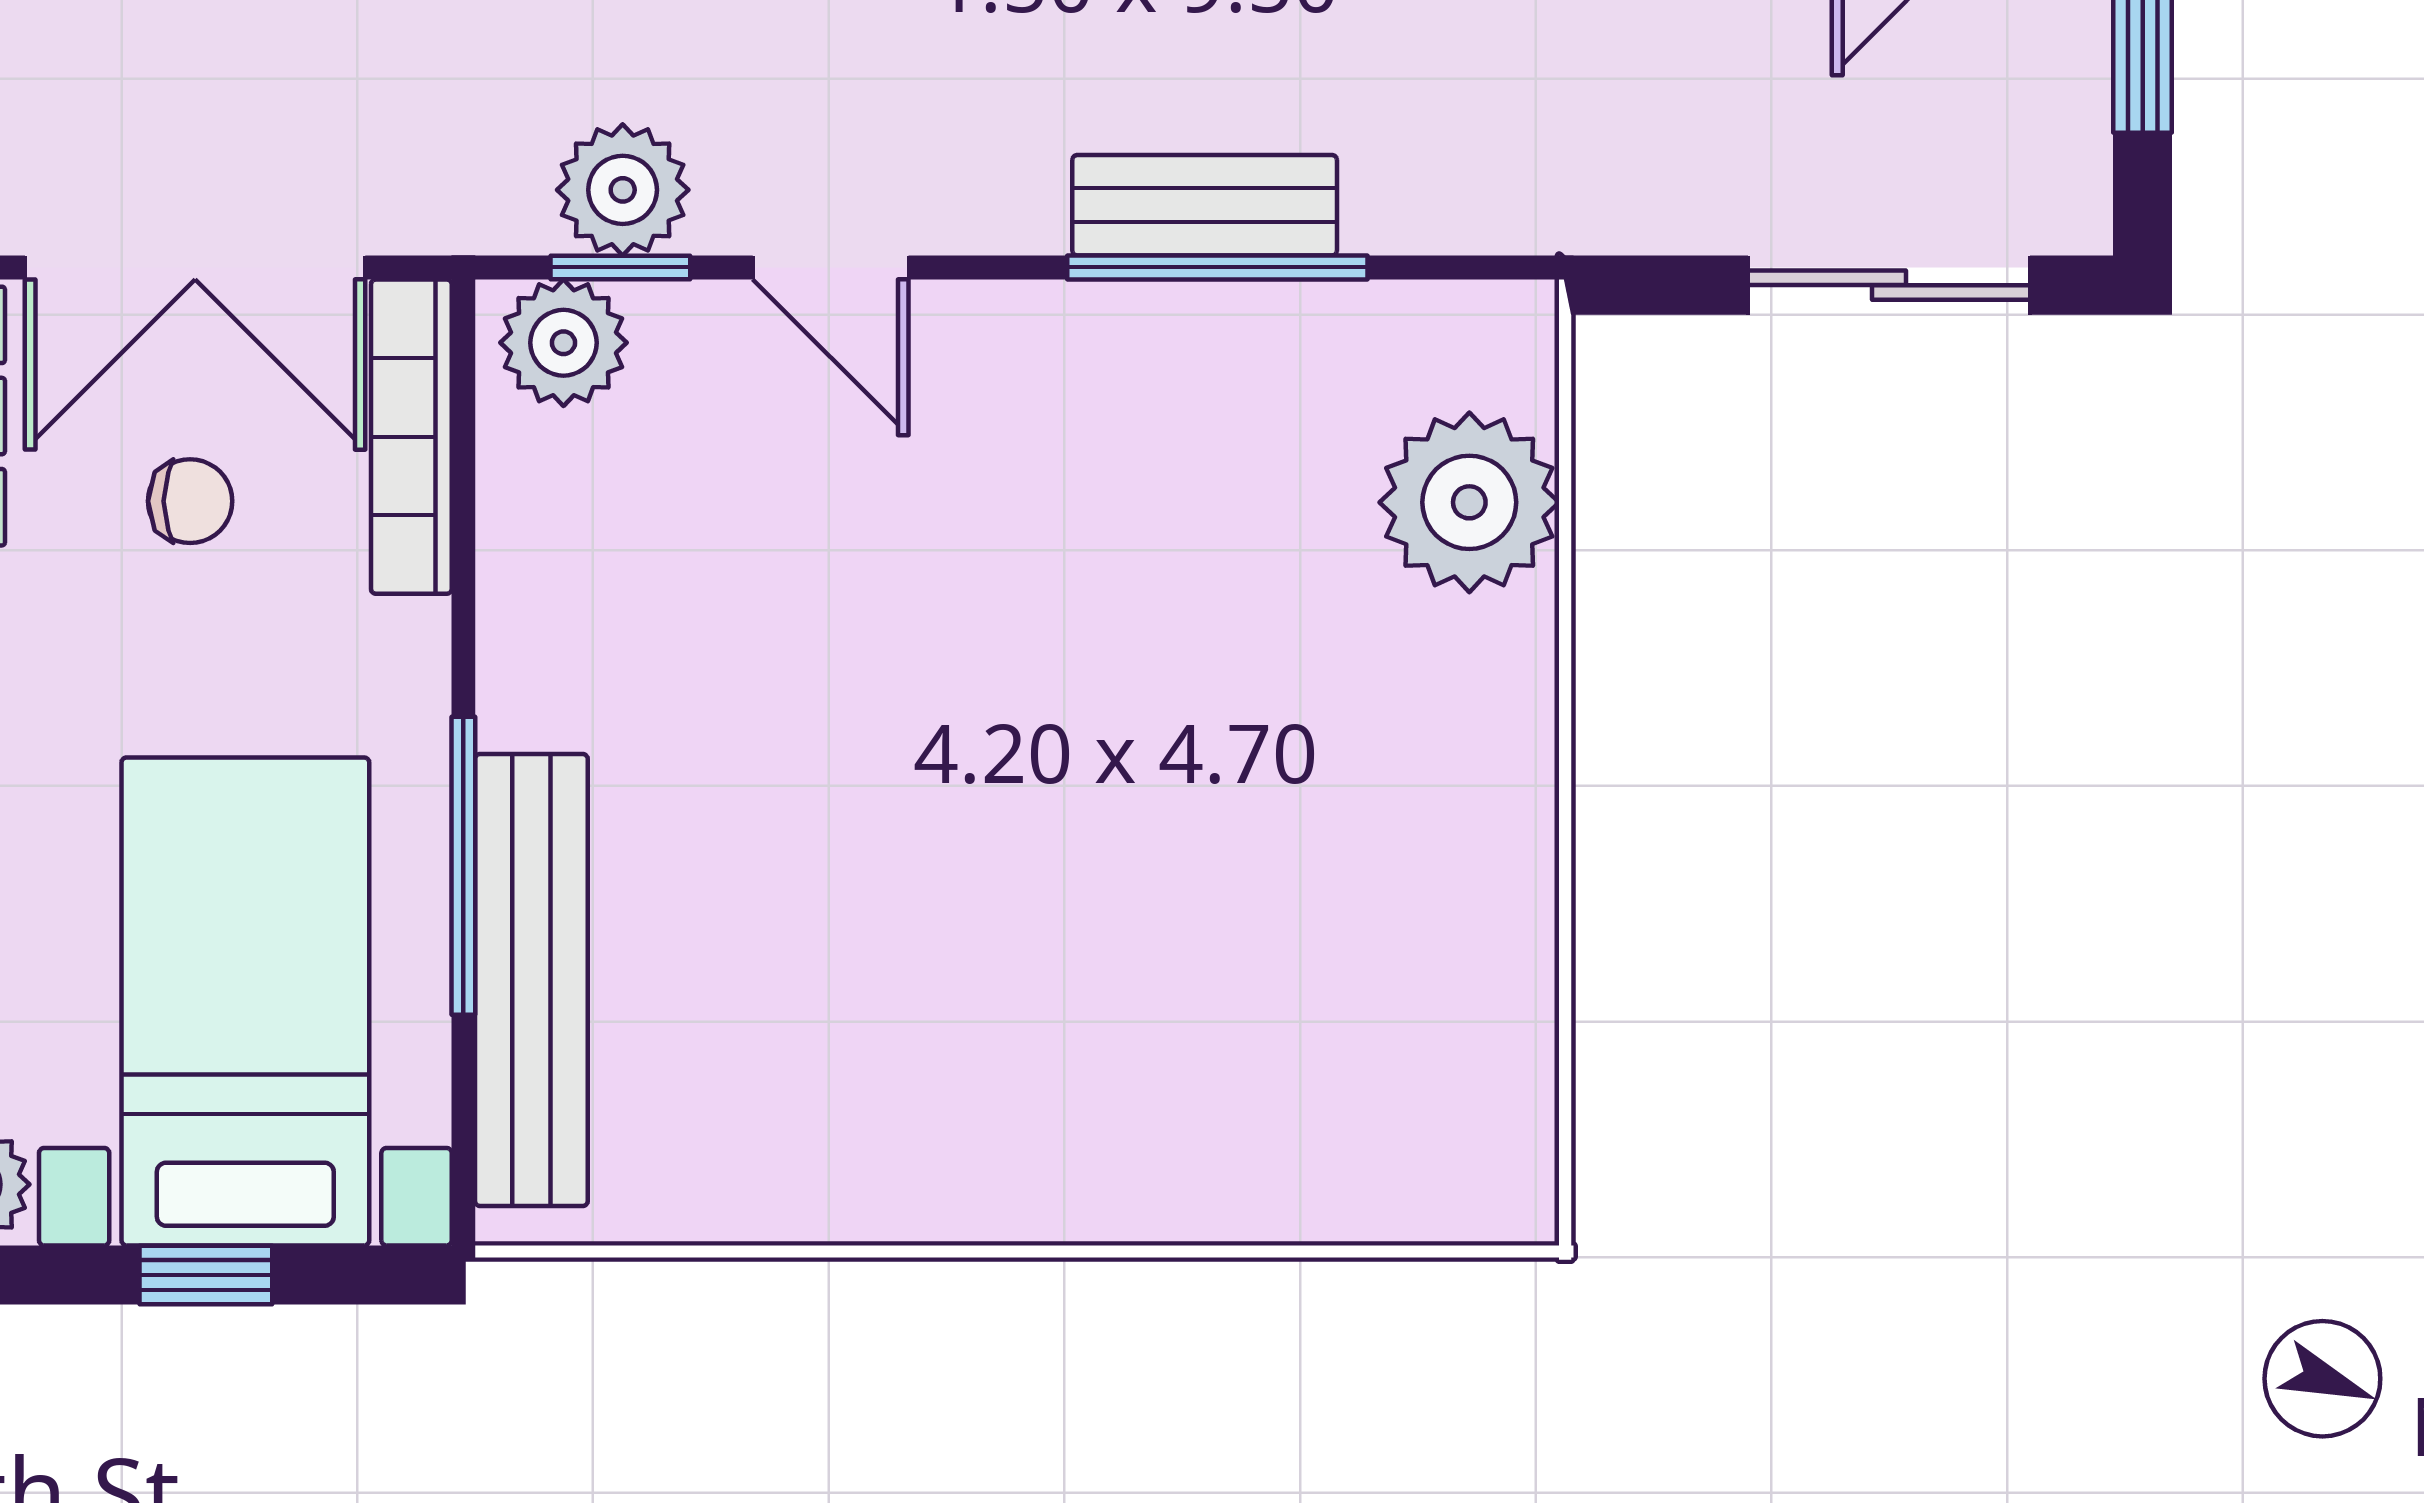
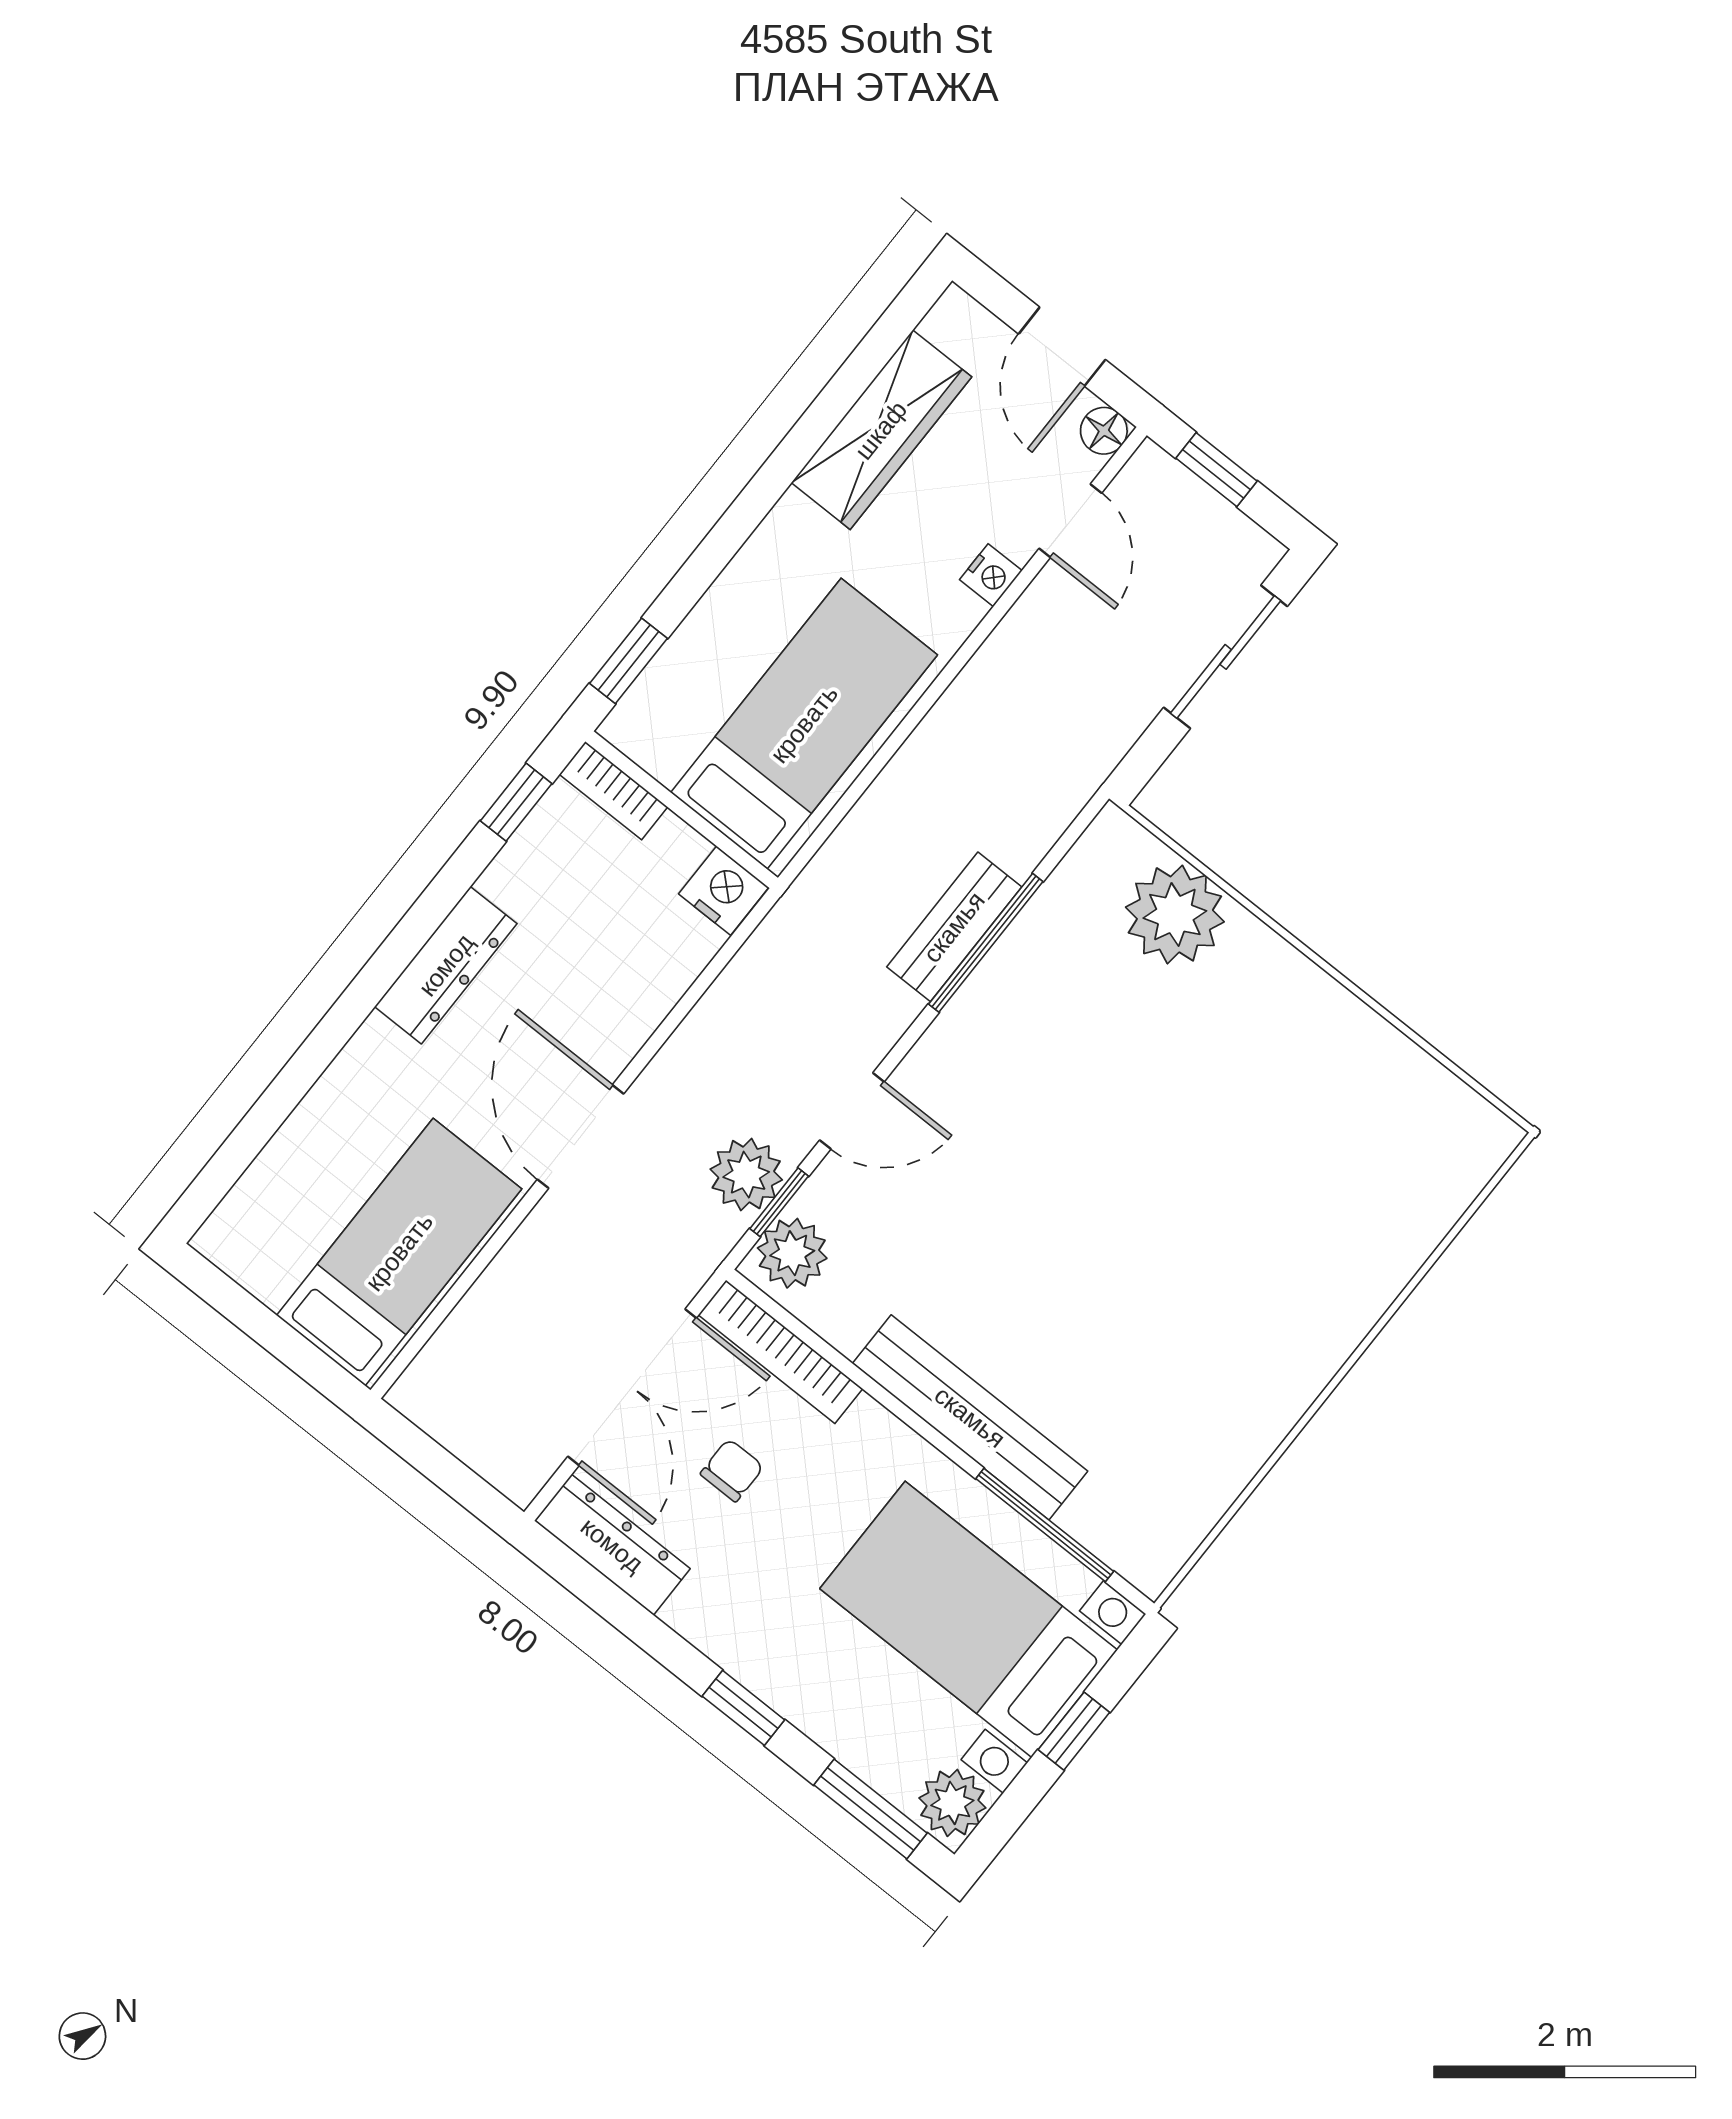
window: (463, 866) -> (1045, 1525), moved
bench: (531, 980) -> (970, 1417), moved

